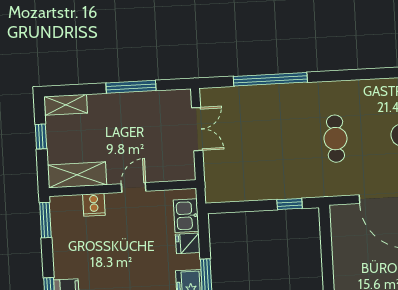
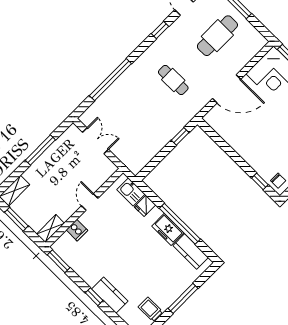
window: (369, 74) -> (160, 30), added
window: (41, 136) -> (16, 219), width x1.50
shelving: (77, 175) -> (50, 229), width x0.67, depth x0.75

